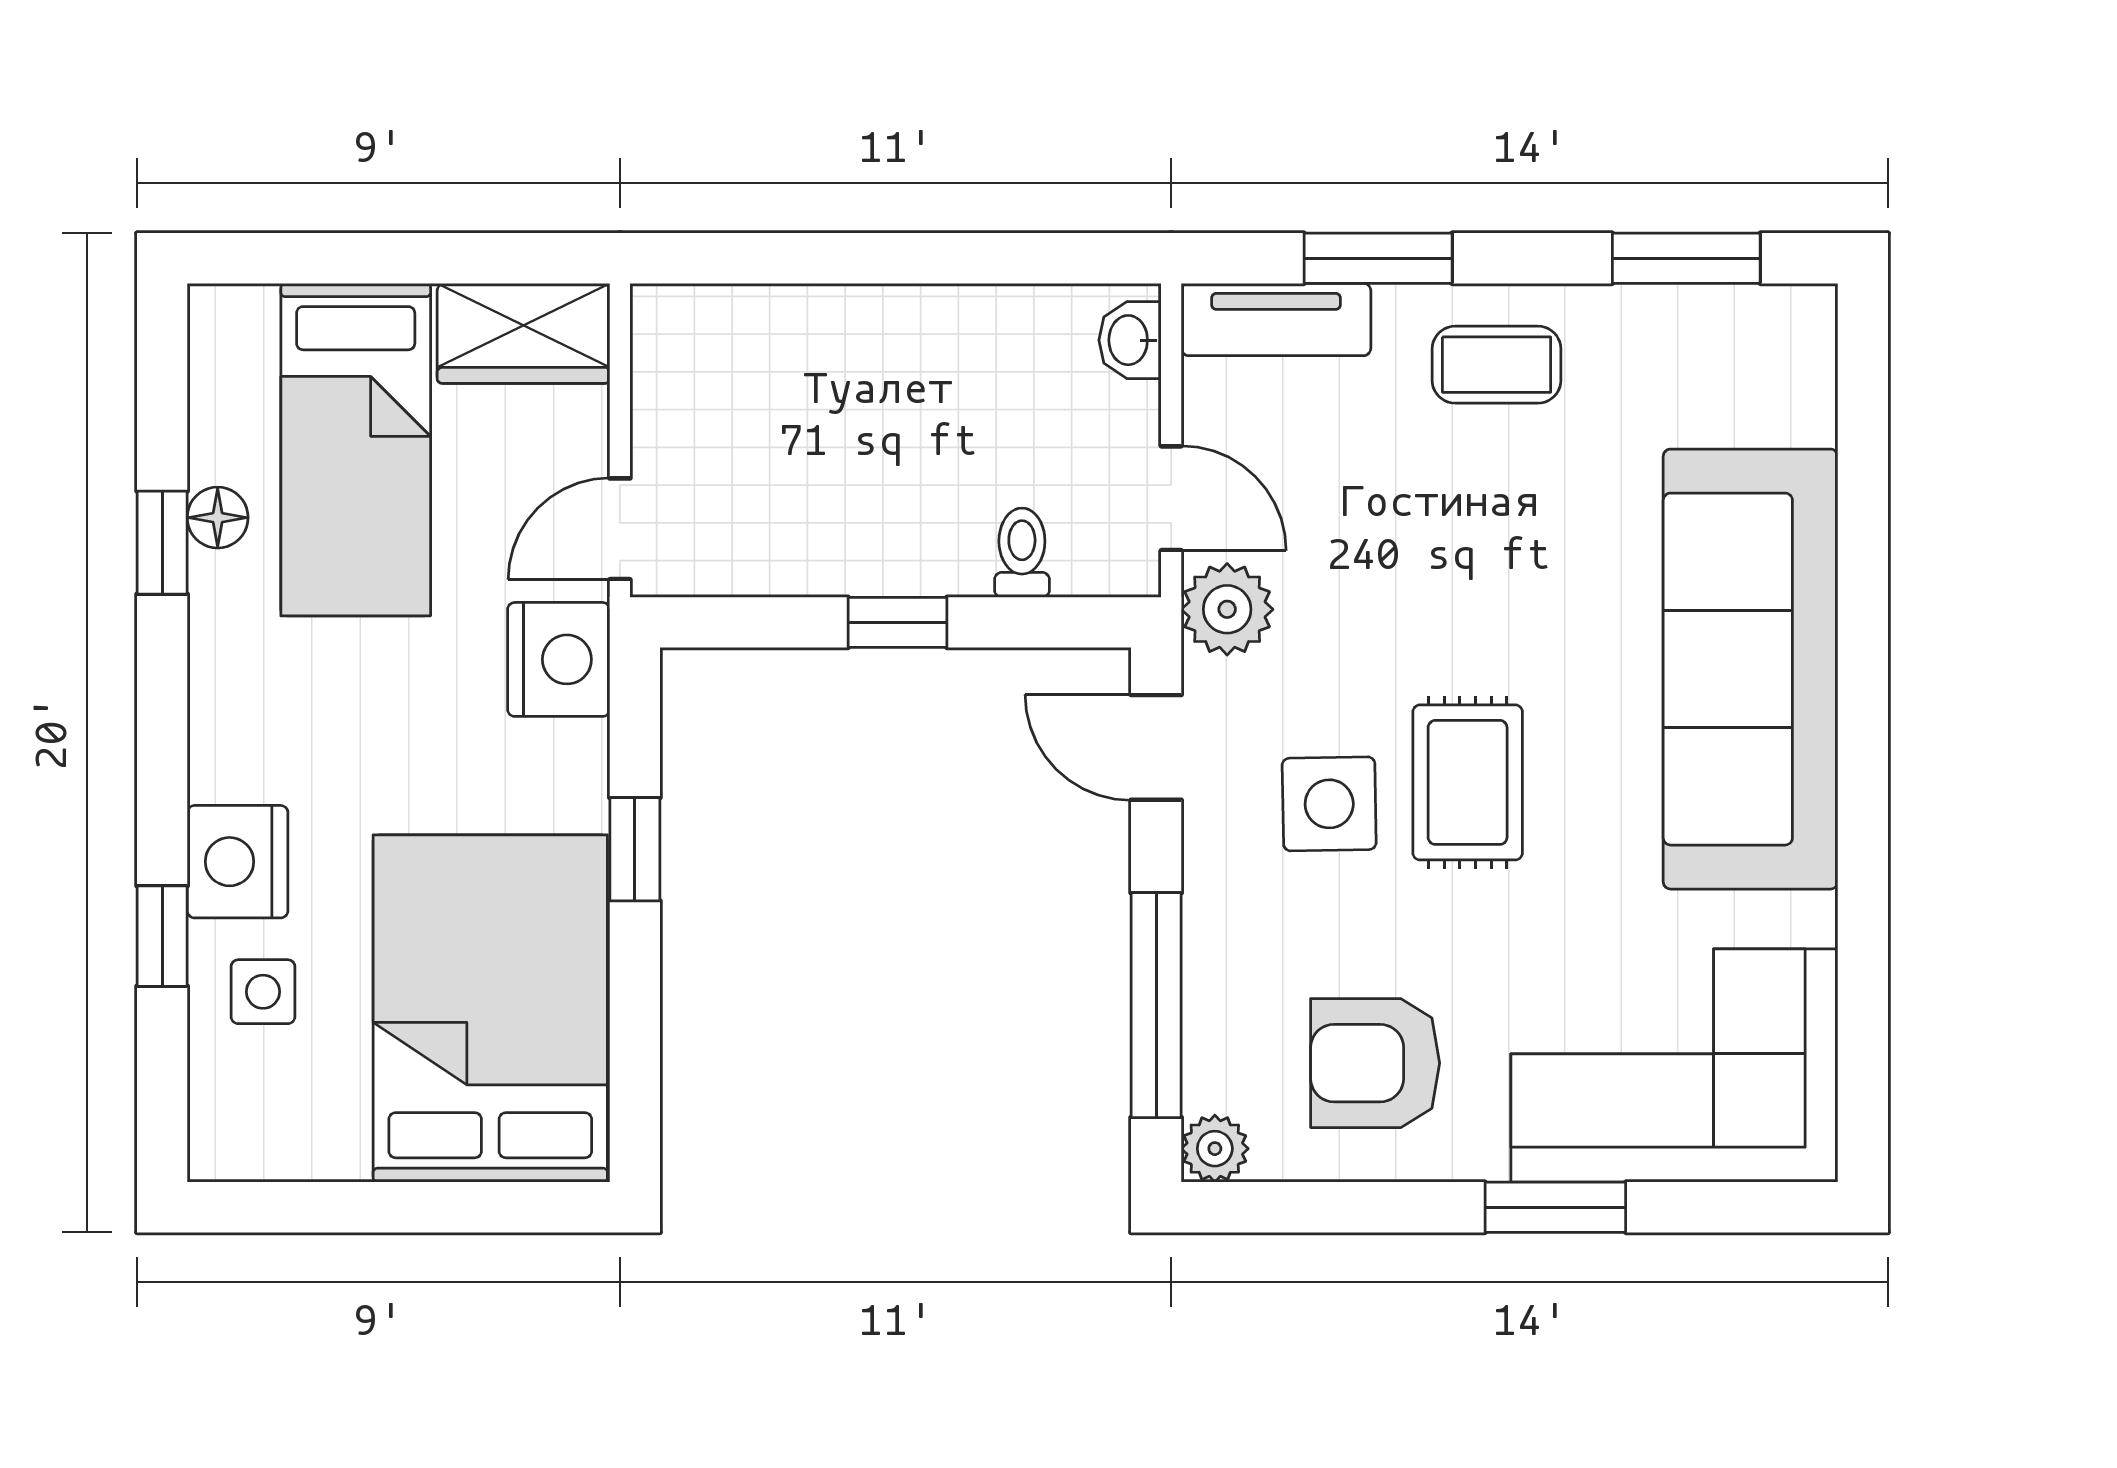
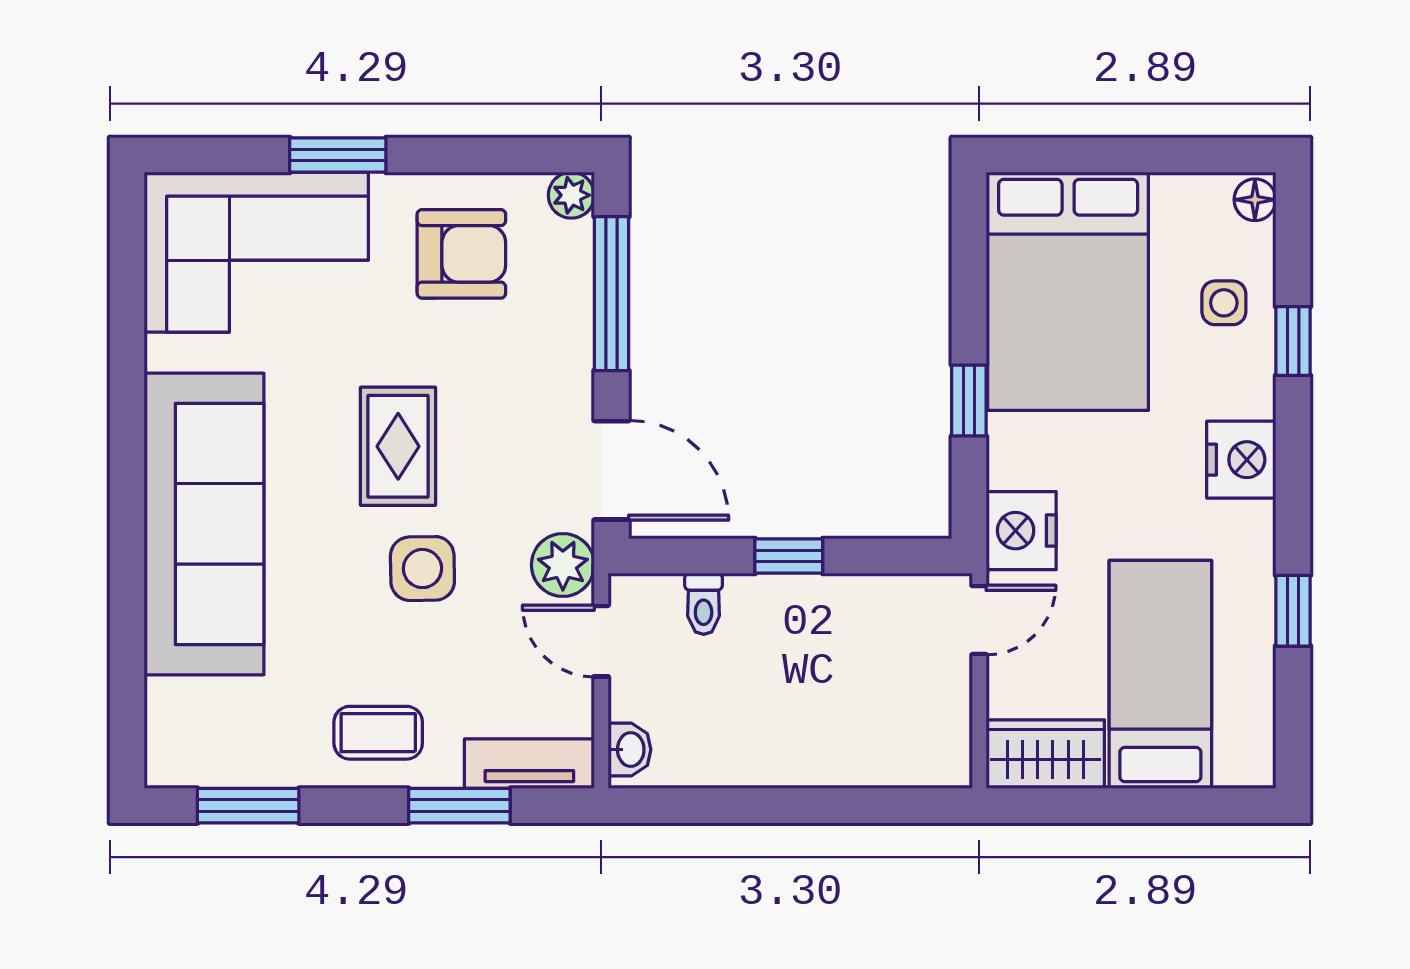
floor lamp: (218, 518) -> (1255, 200), moved
door: (1156, 747) -> (612, 470), width x1.38
side table: (1329, 804) -> (422, 569), moved
nightstand: (238, 862) -> (1241, 460), moved

